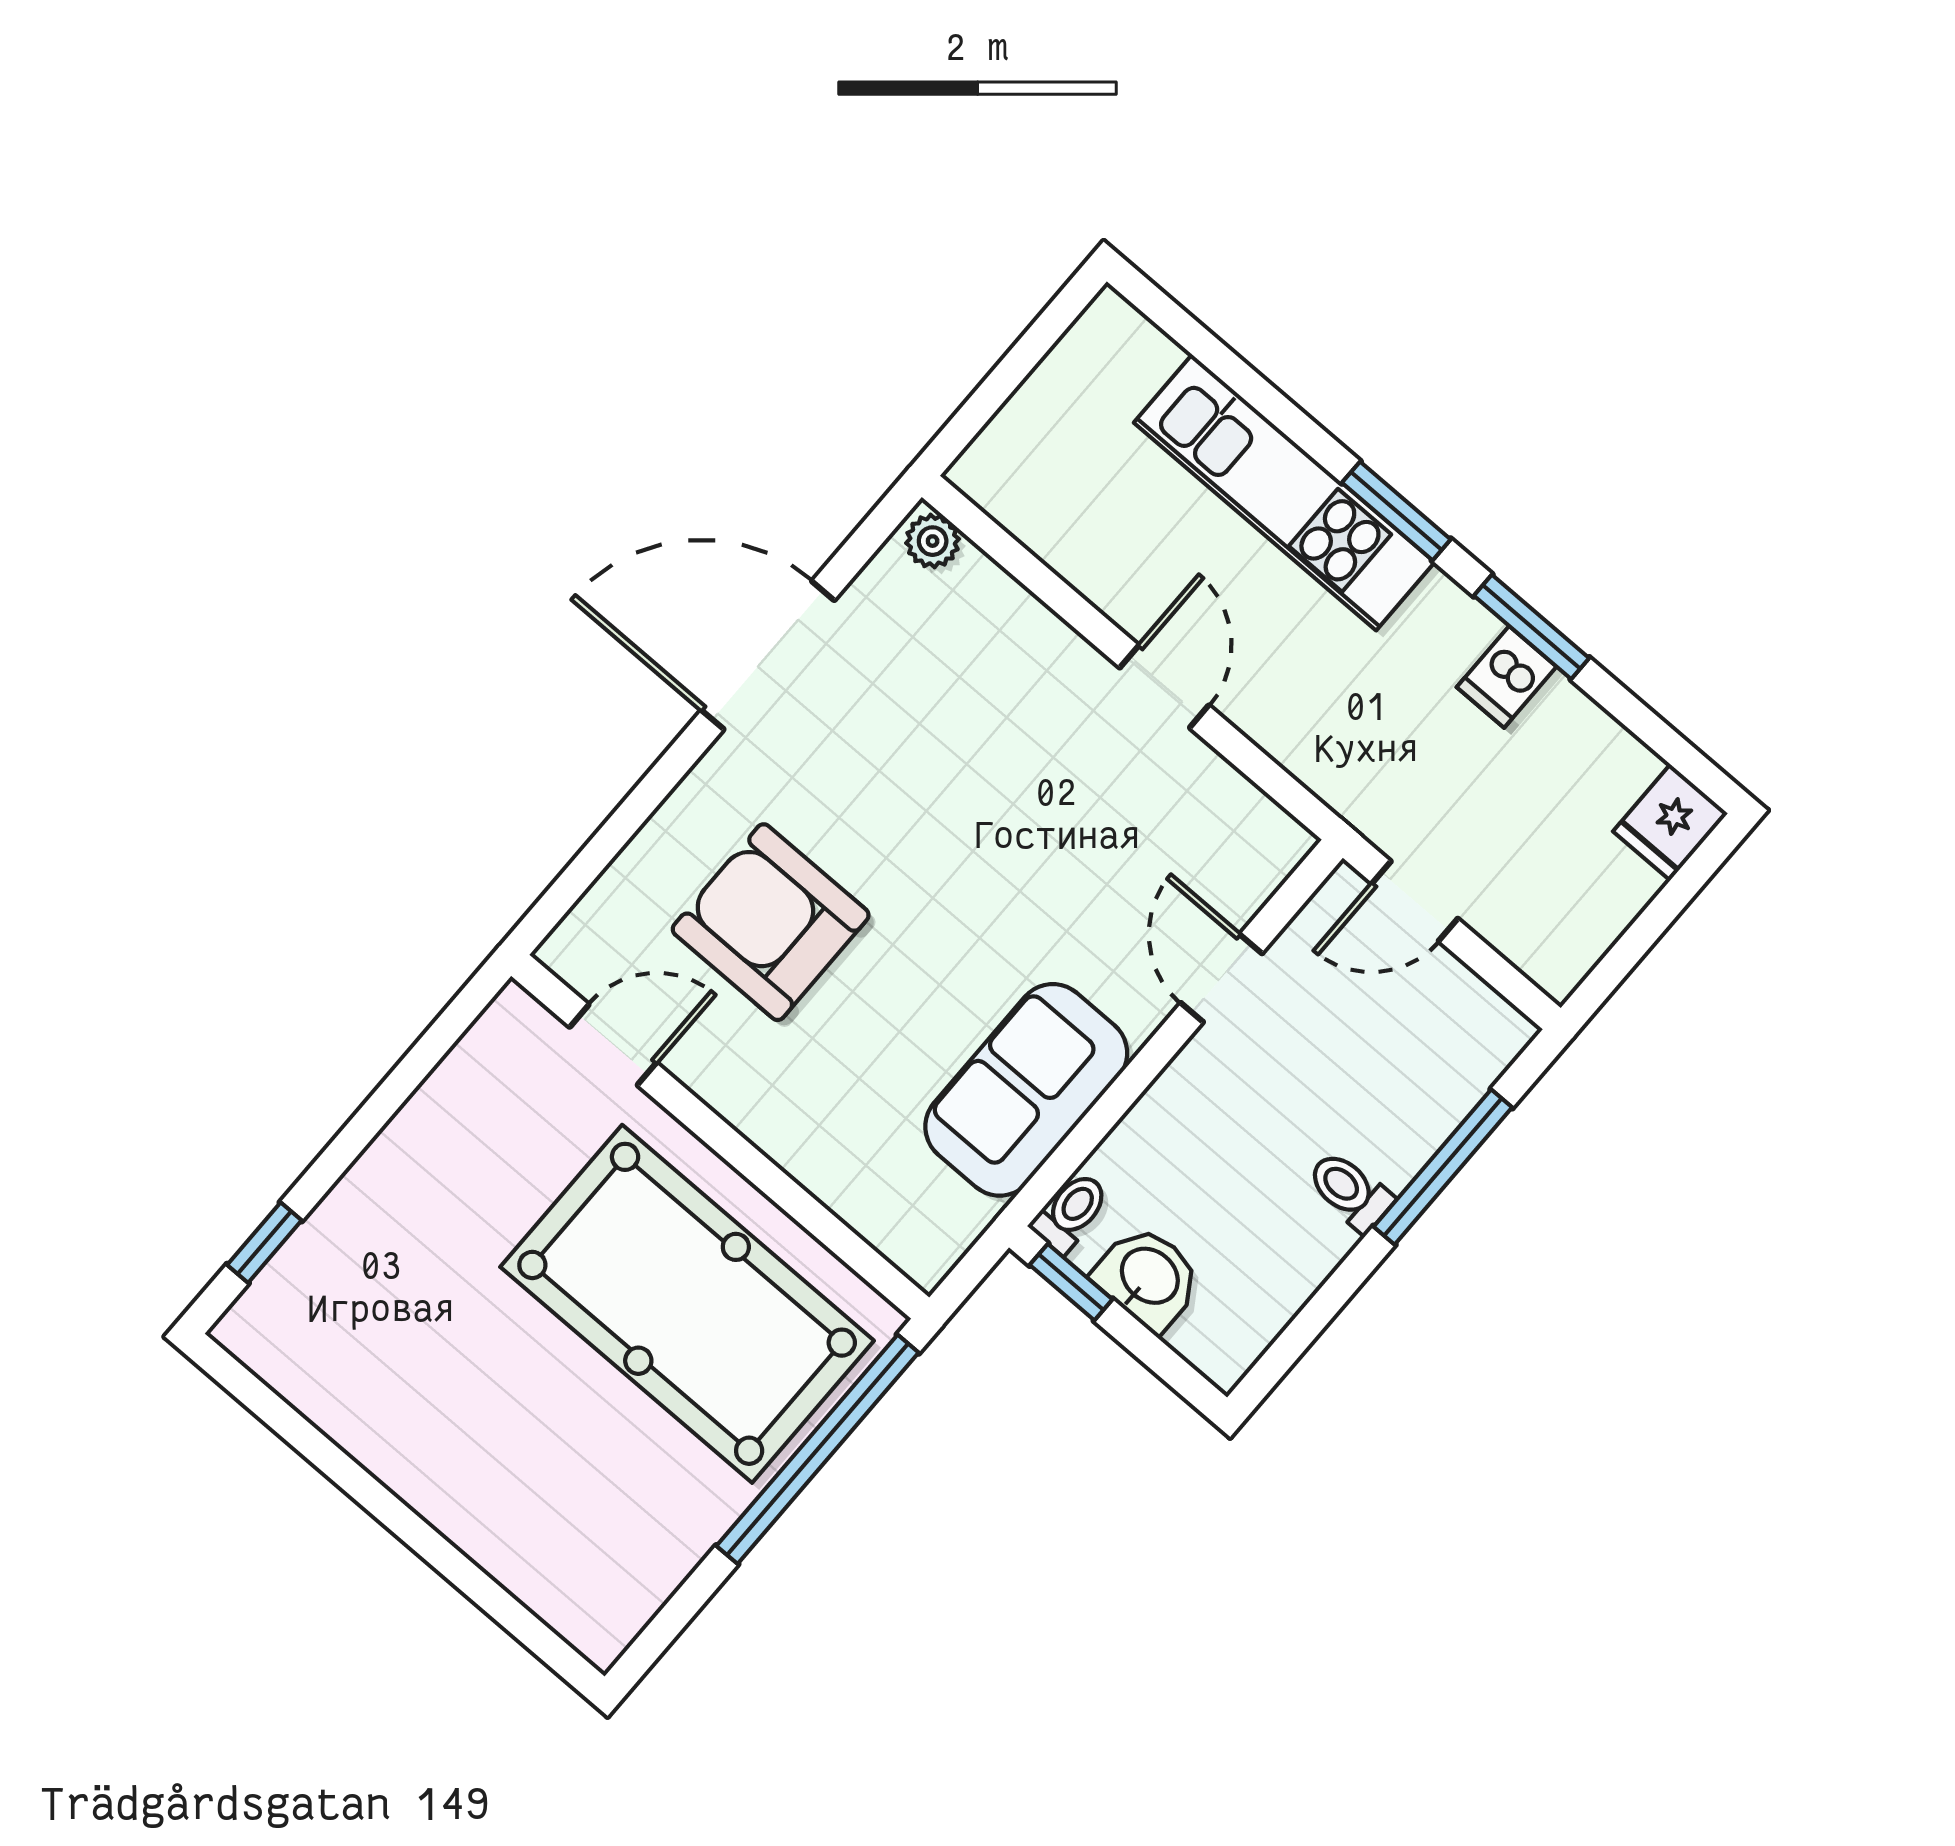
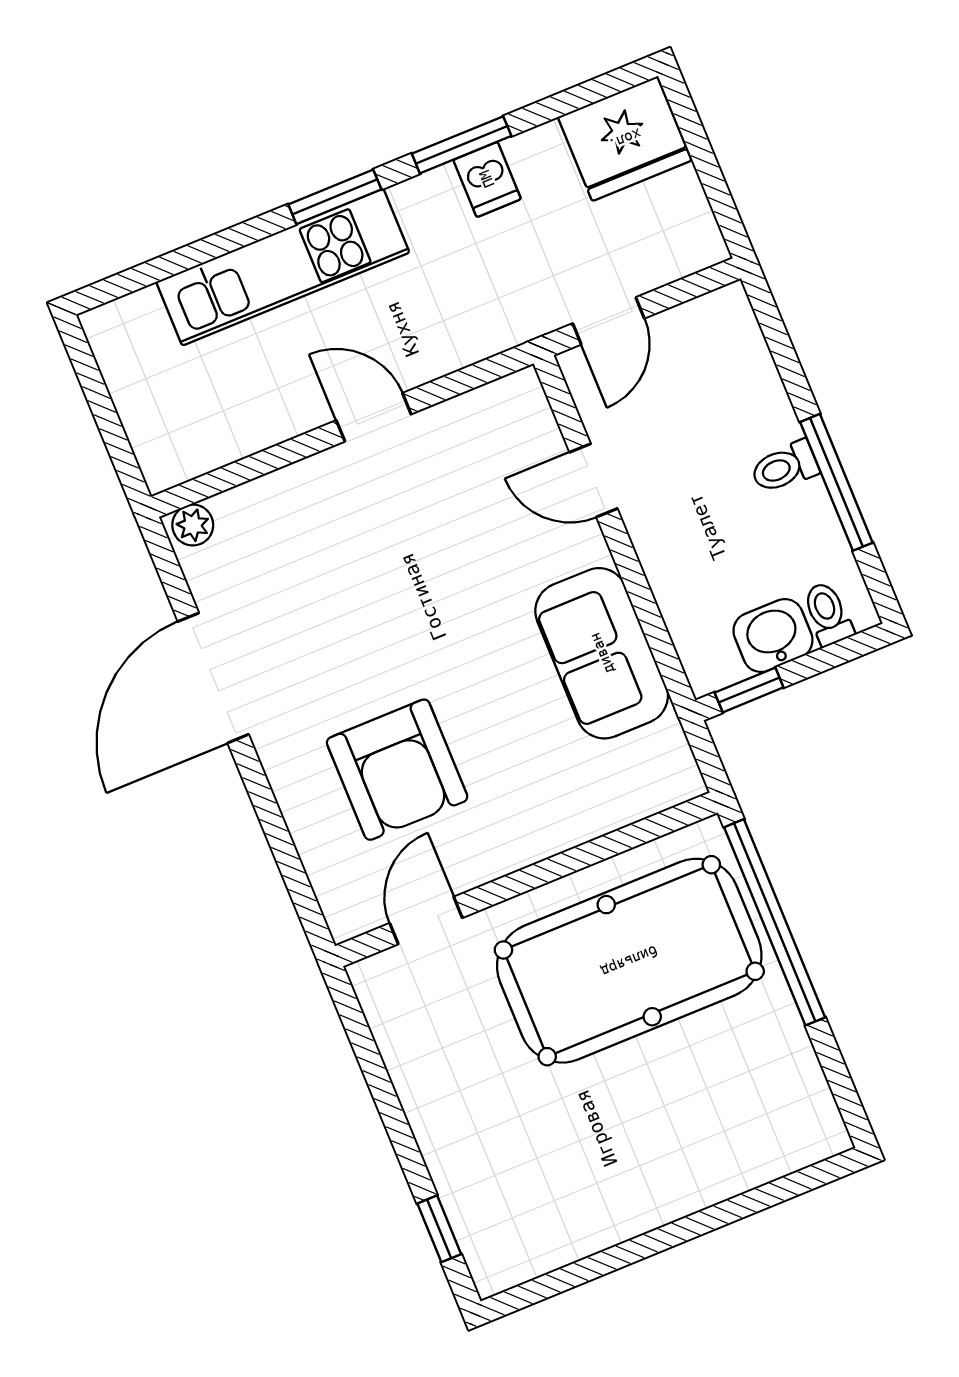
fridge: (1670, 822) -> (625, 139), width x1.88, depth x1.34
armchair: (771, 922) -> (397, 770), turned -90
window: (1443, 1167) -> (836, 482), moved
toilet: (1071, 1212) -> (828, 614), moved

